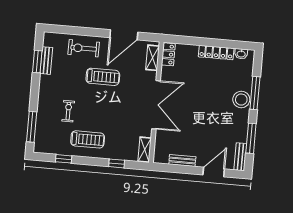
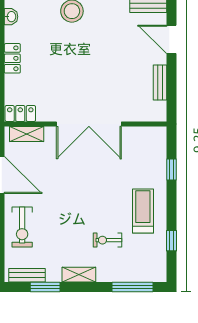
locker: (216, 53) -> (12, 58), width x0.66
bench: (46, 61) -> (27, 275), moved
treadmill: (103, 77) -> (58, 198), removed
double door: (156, 105) -> (89, 124), swing flipped
shelving: (145, 150) -> (79, 275), moved

